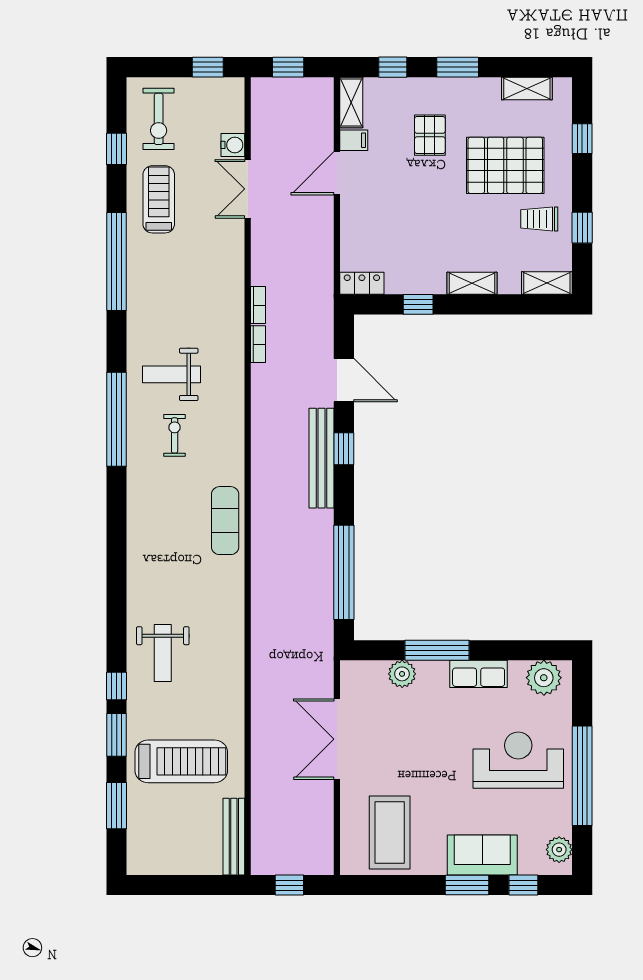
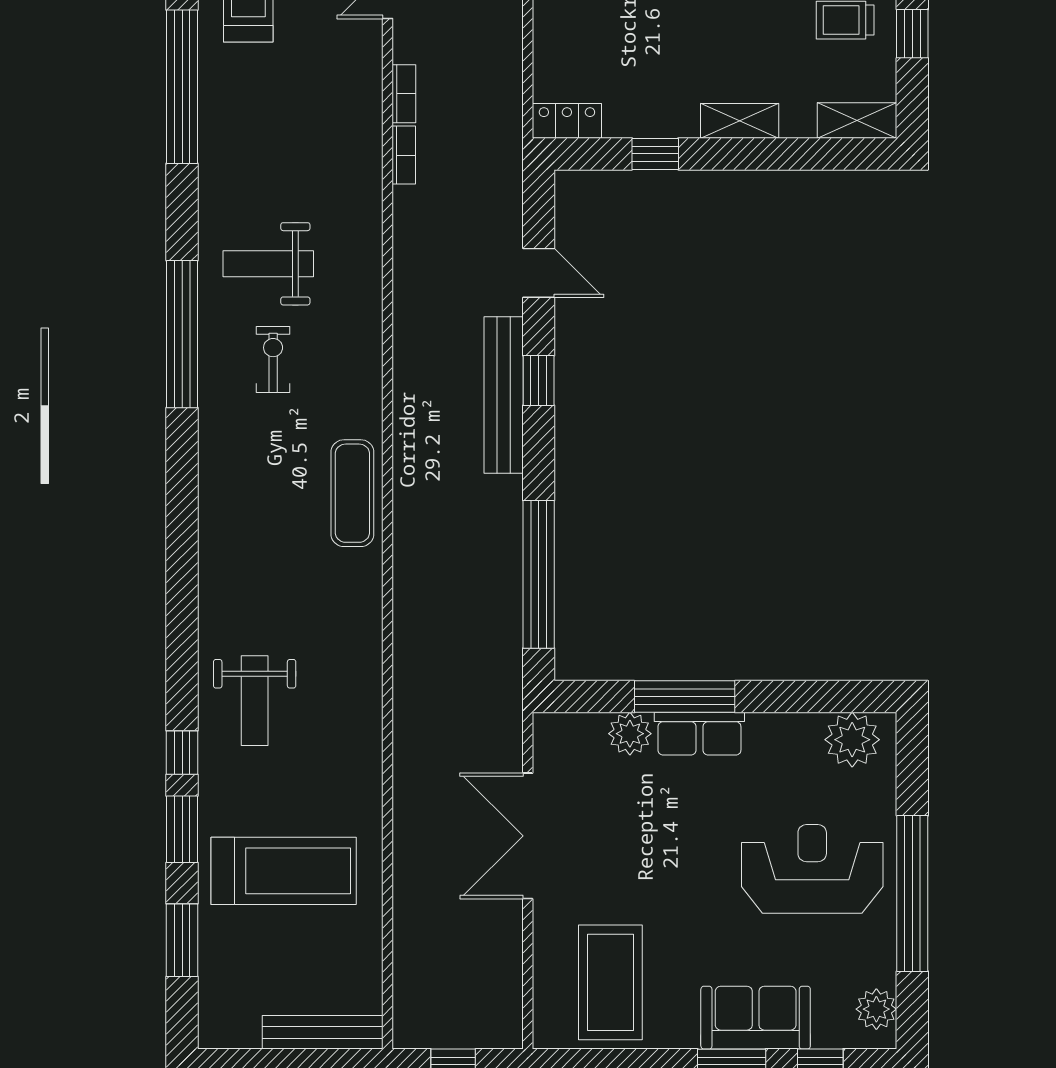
bookcase: (258, 344) -> (404, 94), moved
door: (344, 380) -> (539, 273), width x0.73
row of seats: (479, 674) -> (699, 734), moved
bench: (234, 837) -> (323, 1032), moved, turned 90

